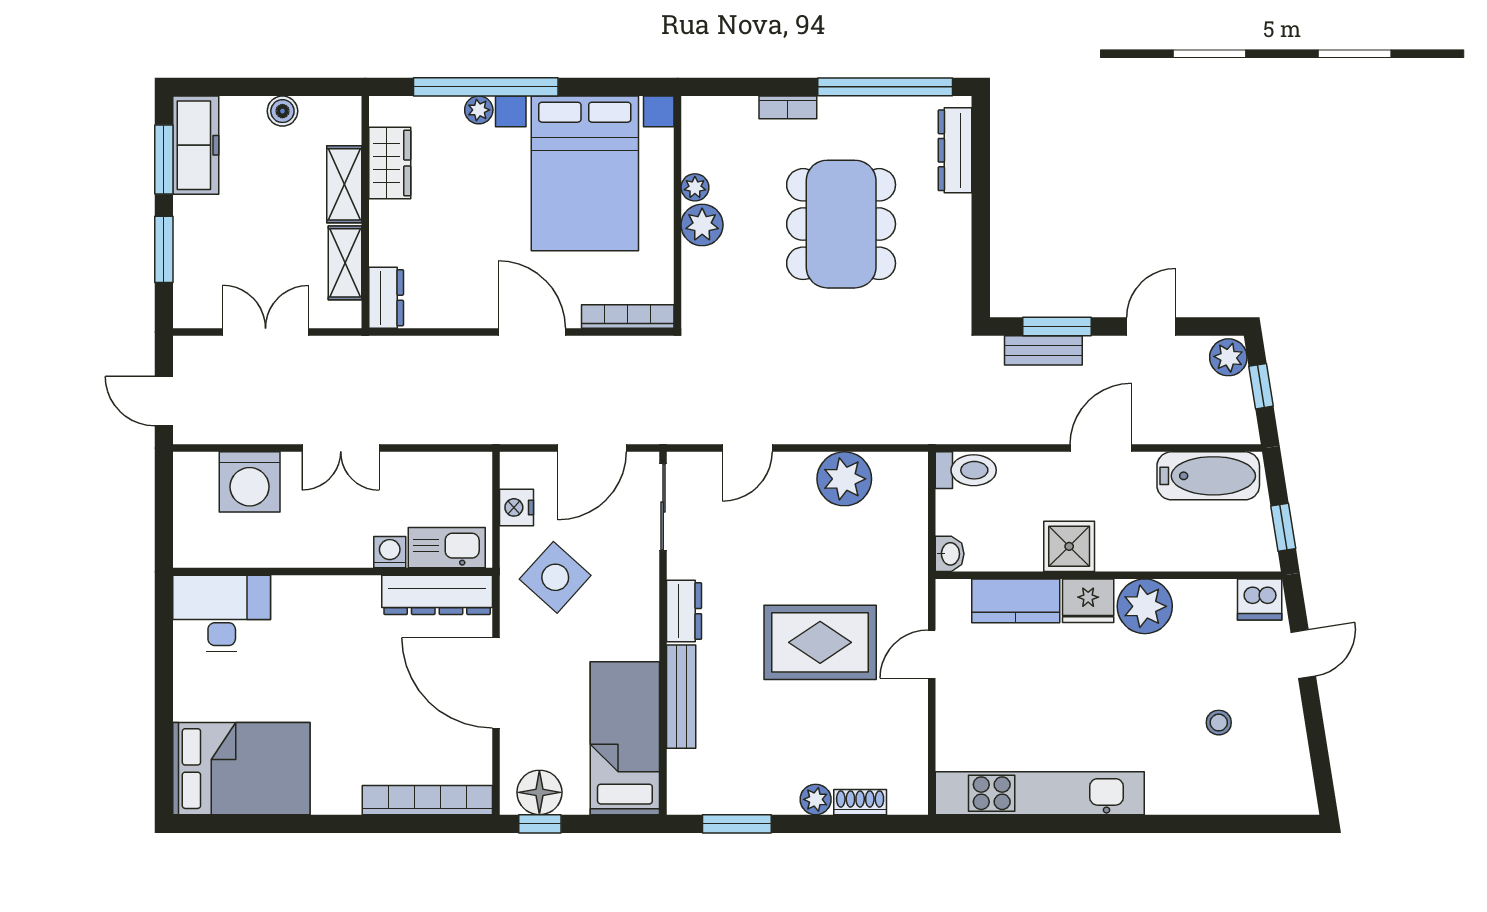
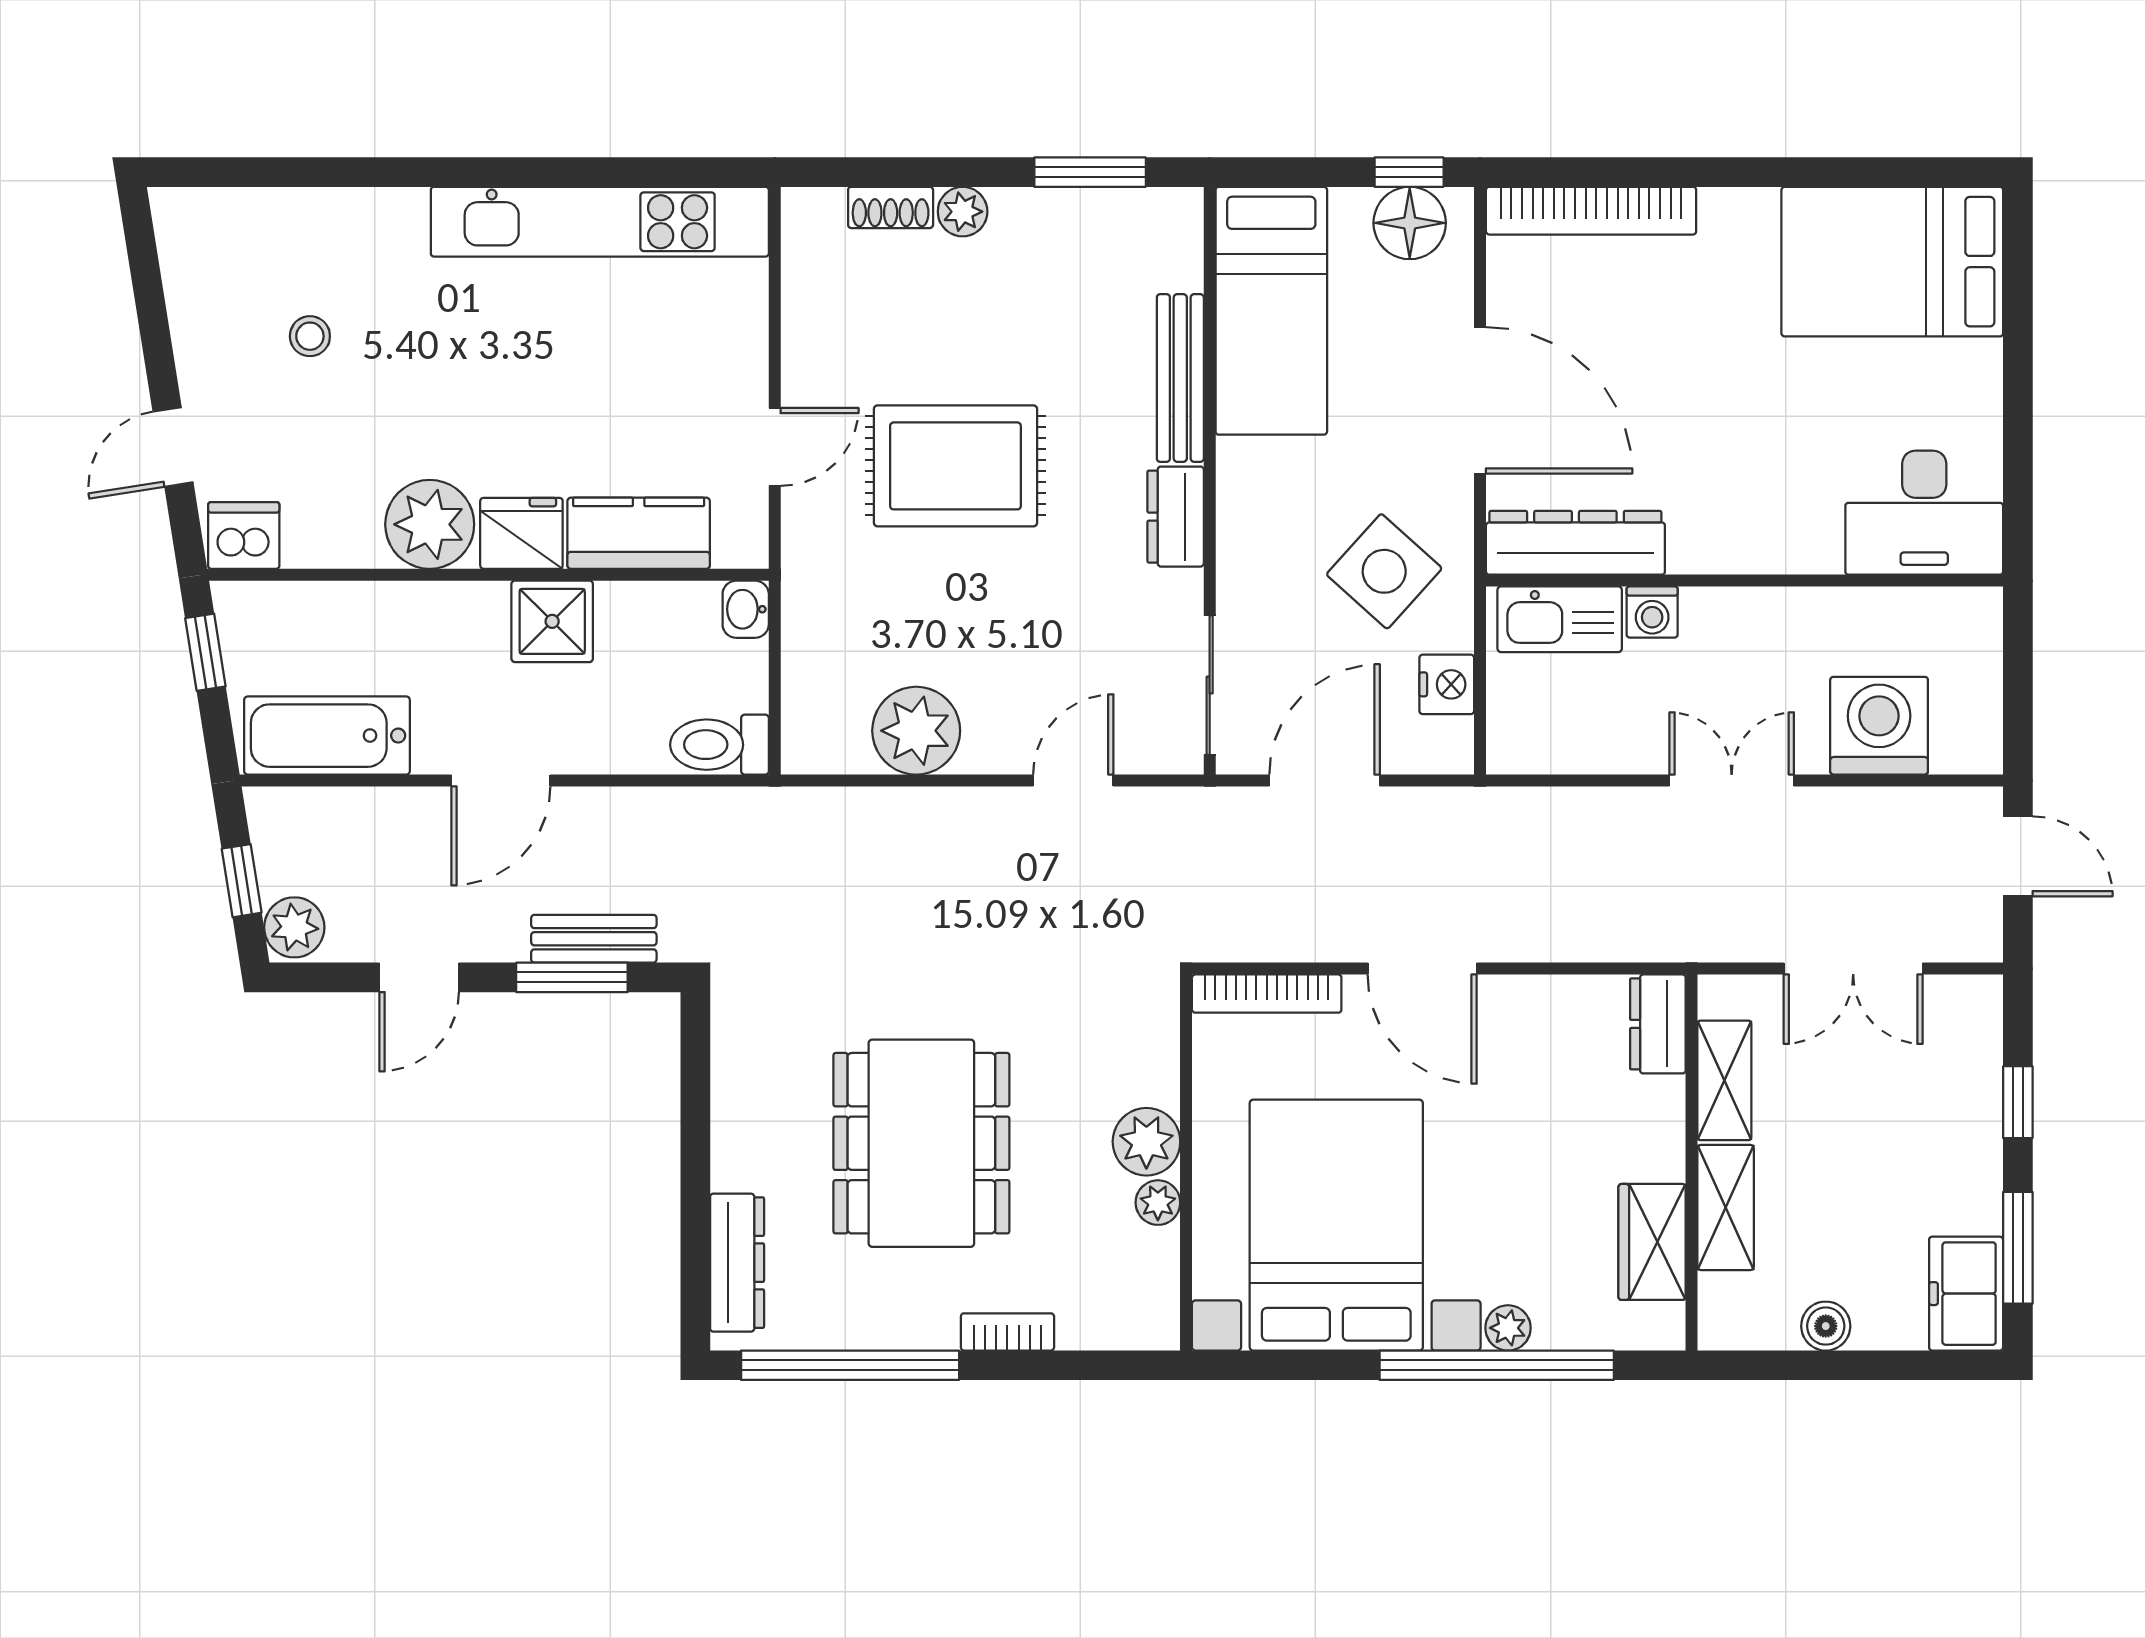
freezer: (196, 145) -> (1966, 1294), width x0.71
window: (164, 249) -> (2018, 1102), width x0.67

